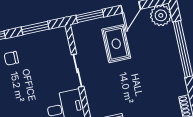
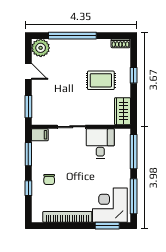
filing cabinet: (60, 36) -> (40, 135), added
rug: (116, 44) -> (101, 80), moved

